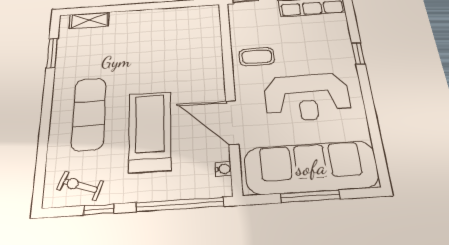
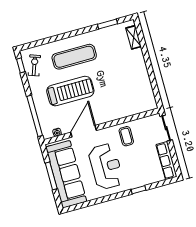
reception desk: (307, 97) -> (106, 167), turned 180
window: (99, 210) -> (21, 65), moved

